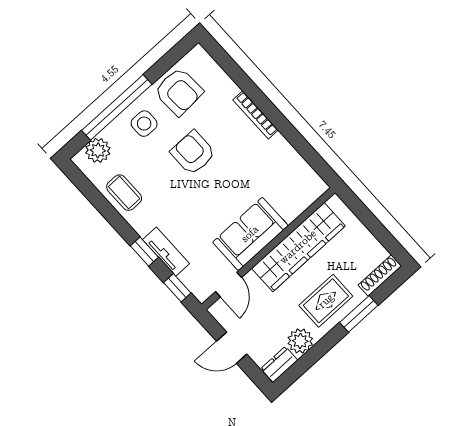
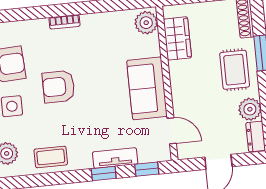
bookcase: (256, 115) -> (64, 22), width x0.64
plant: (309, 189) -> (146, 23), added
wardrobe: (298, 247) -> (177, 38), width x0.48, depth x0.85

